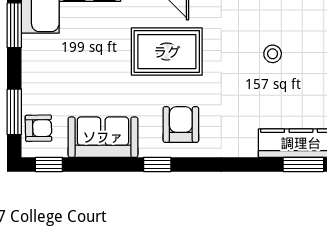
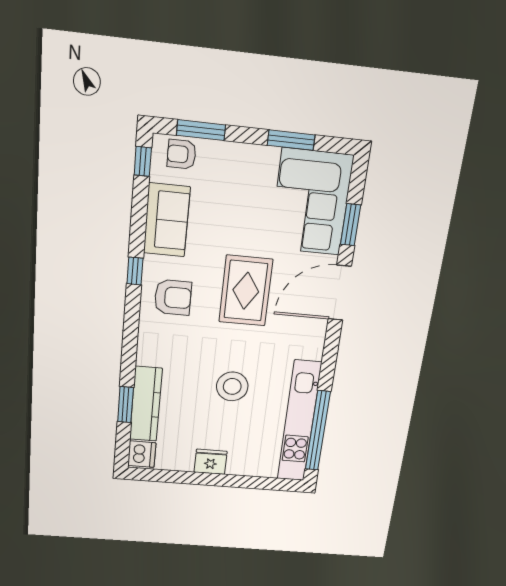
stool: (273, 54) -> (232, 386), width x1.89, depth x1.89
armchair: (38, 128) -> (182, 154), turned 91

